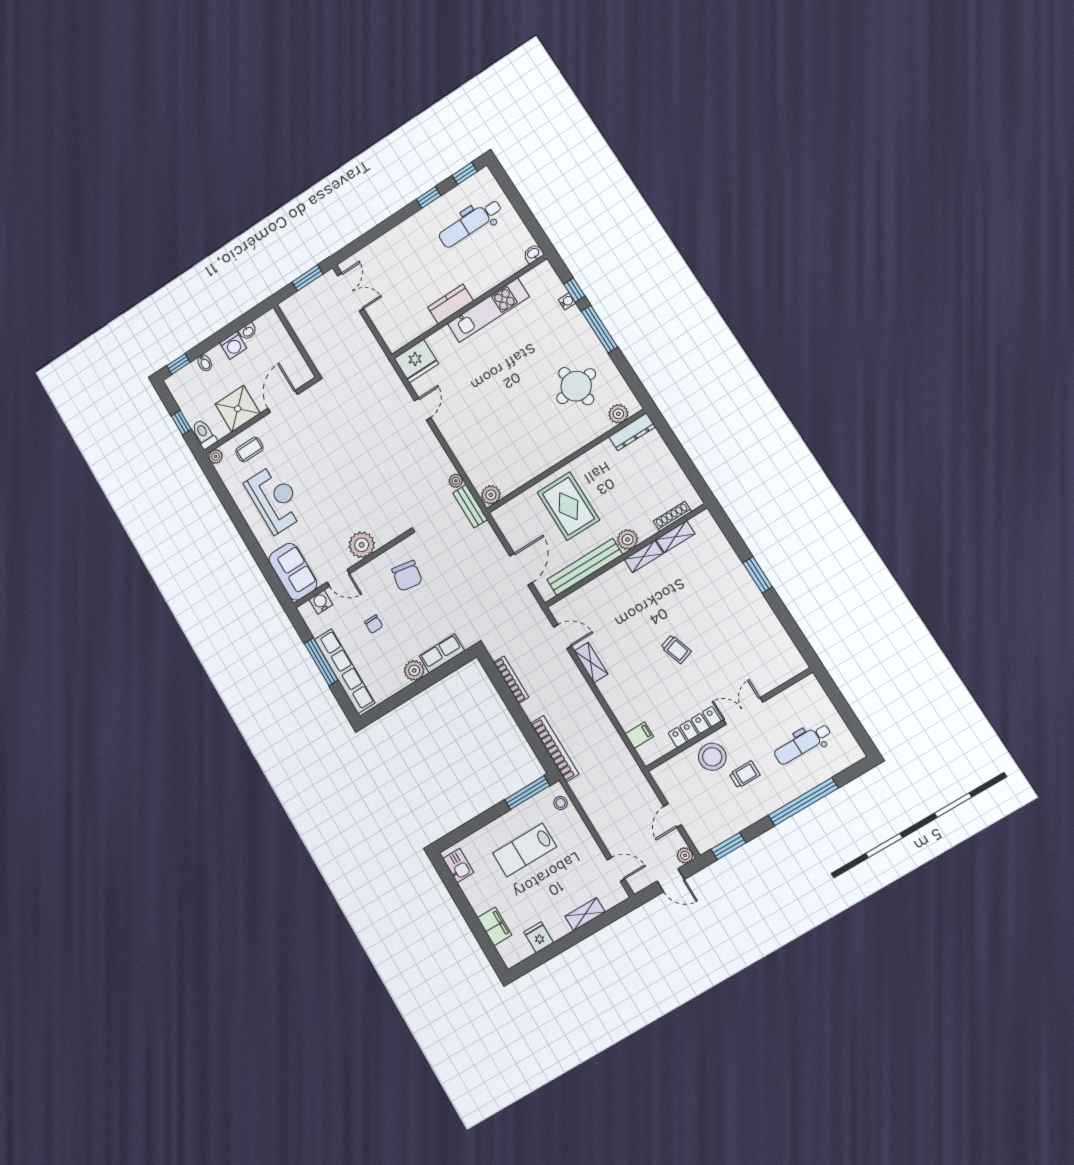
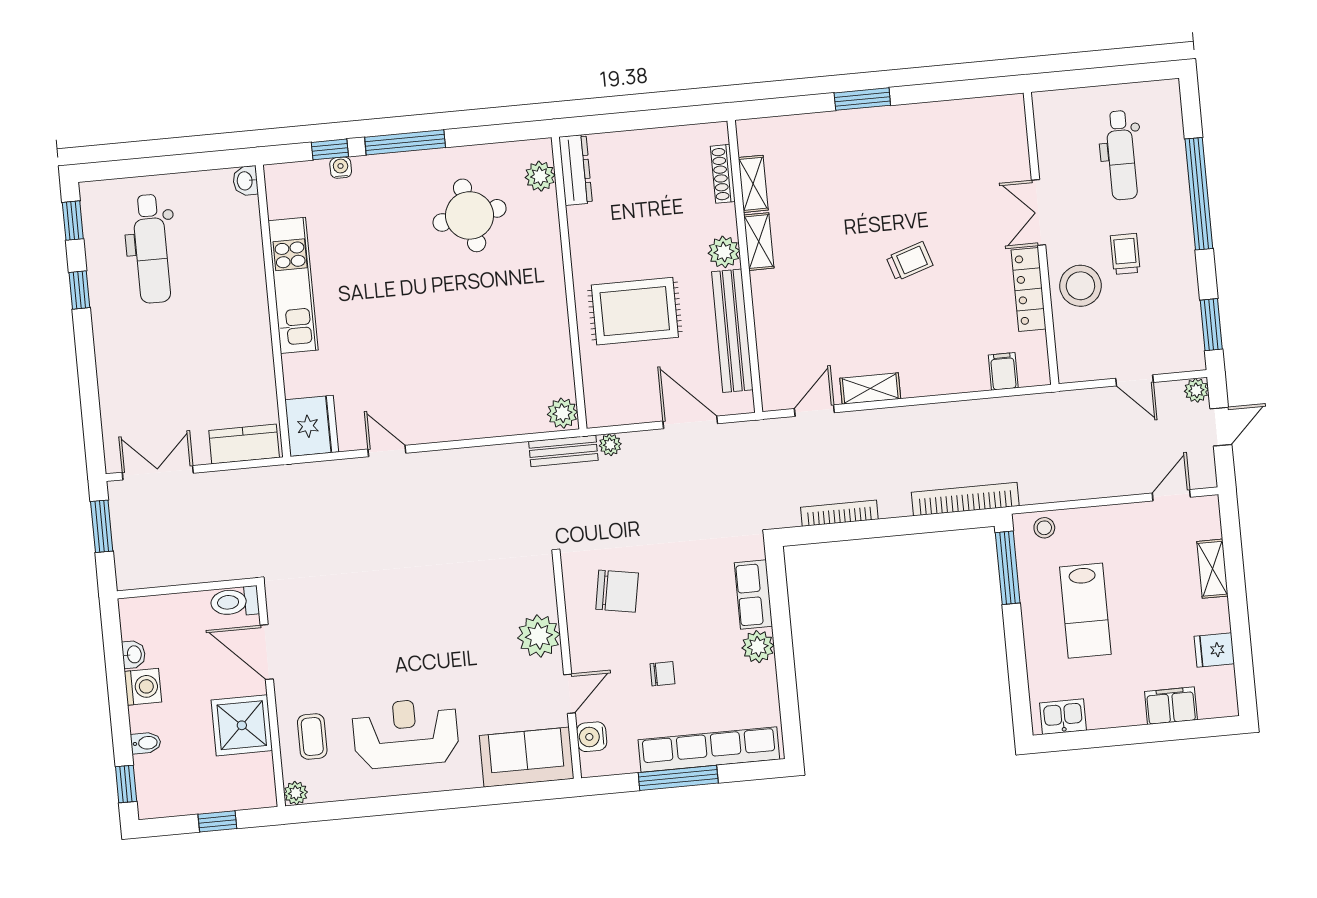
kitchen counter: (451, 304) -> (244, 444), moved, turned 90
toilet: (204, 434) -> (235, 602), moved
plant: (456, 481) -> (610, 445), moved

